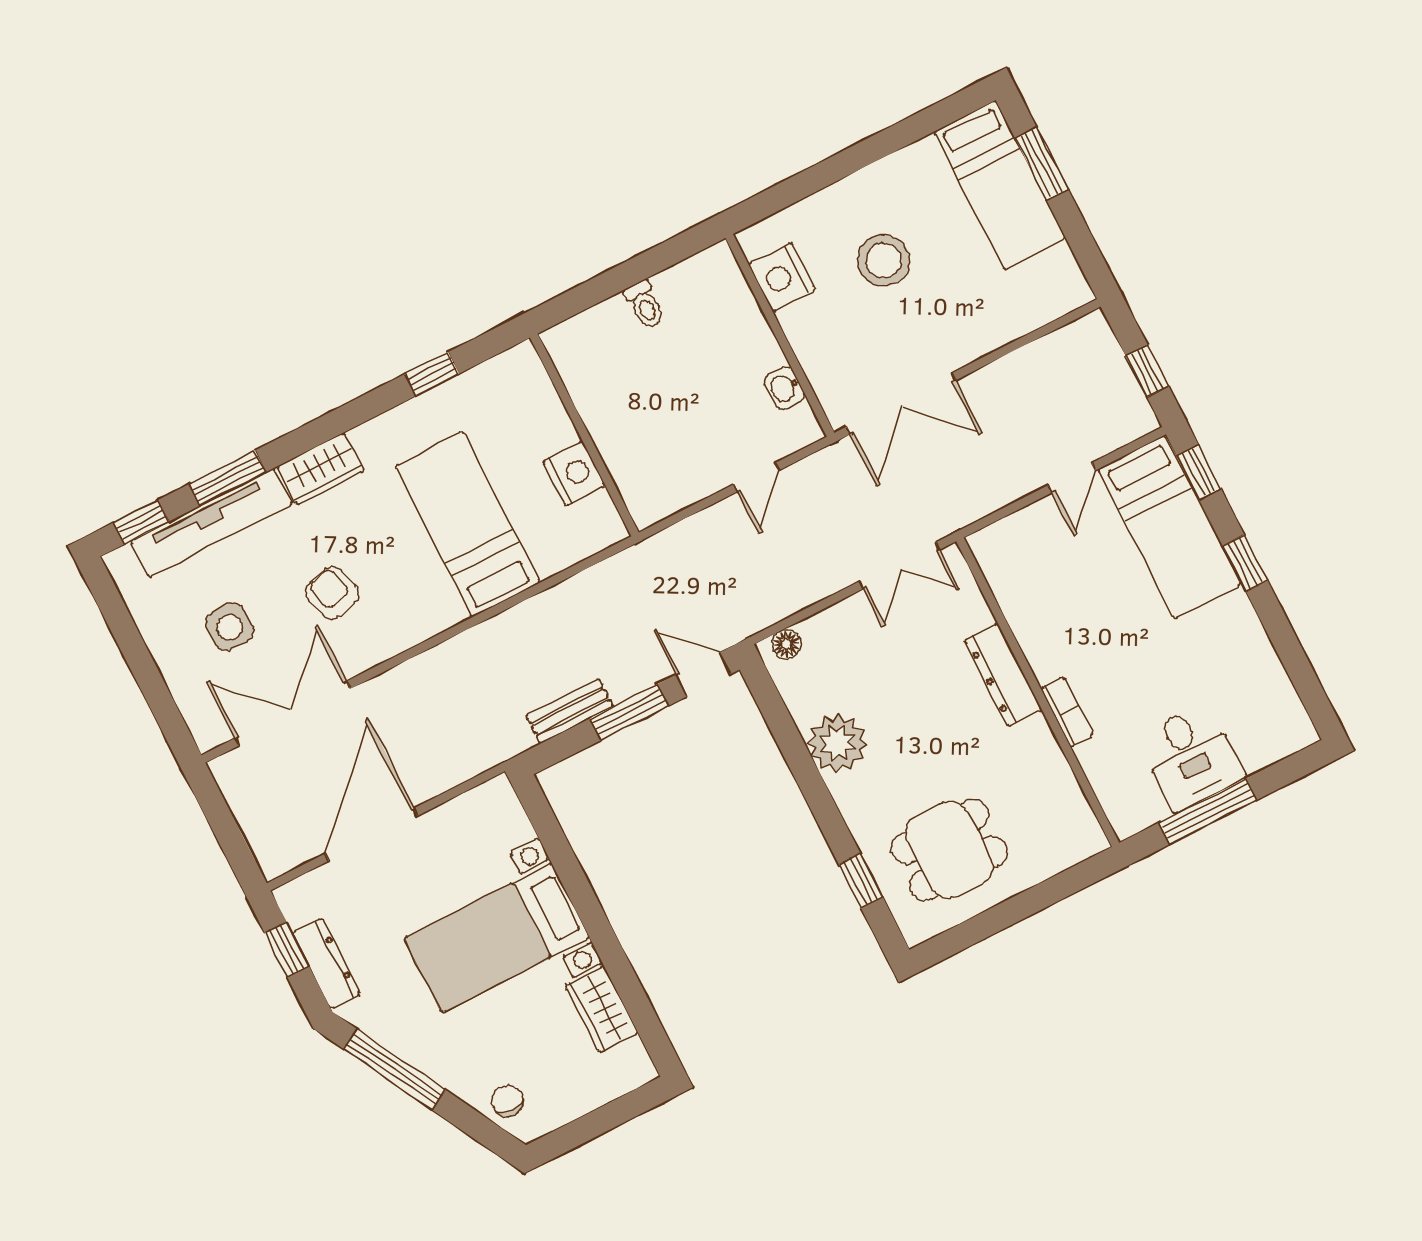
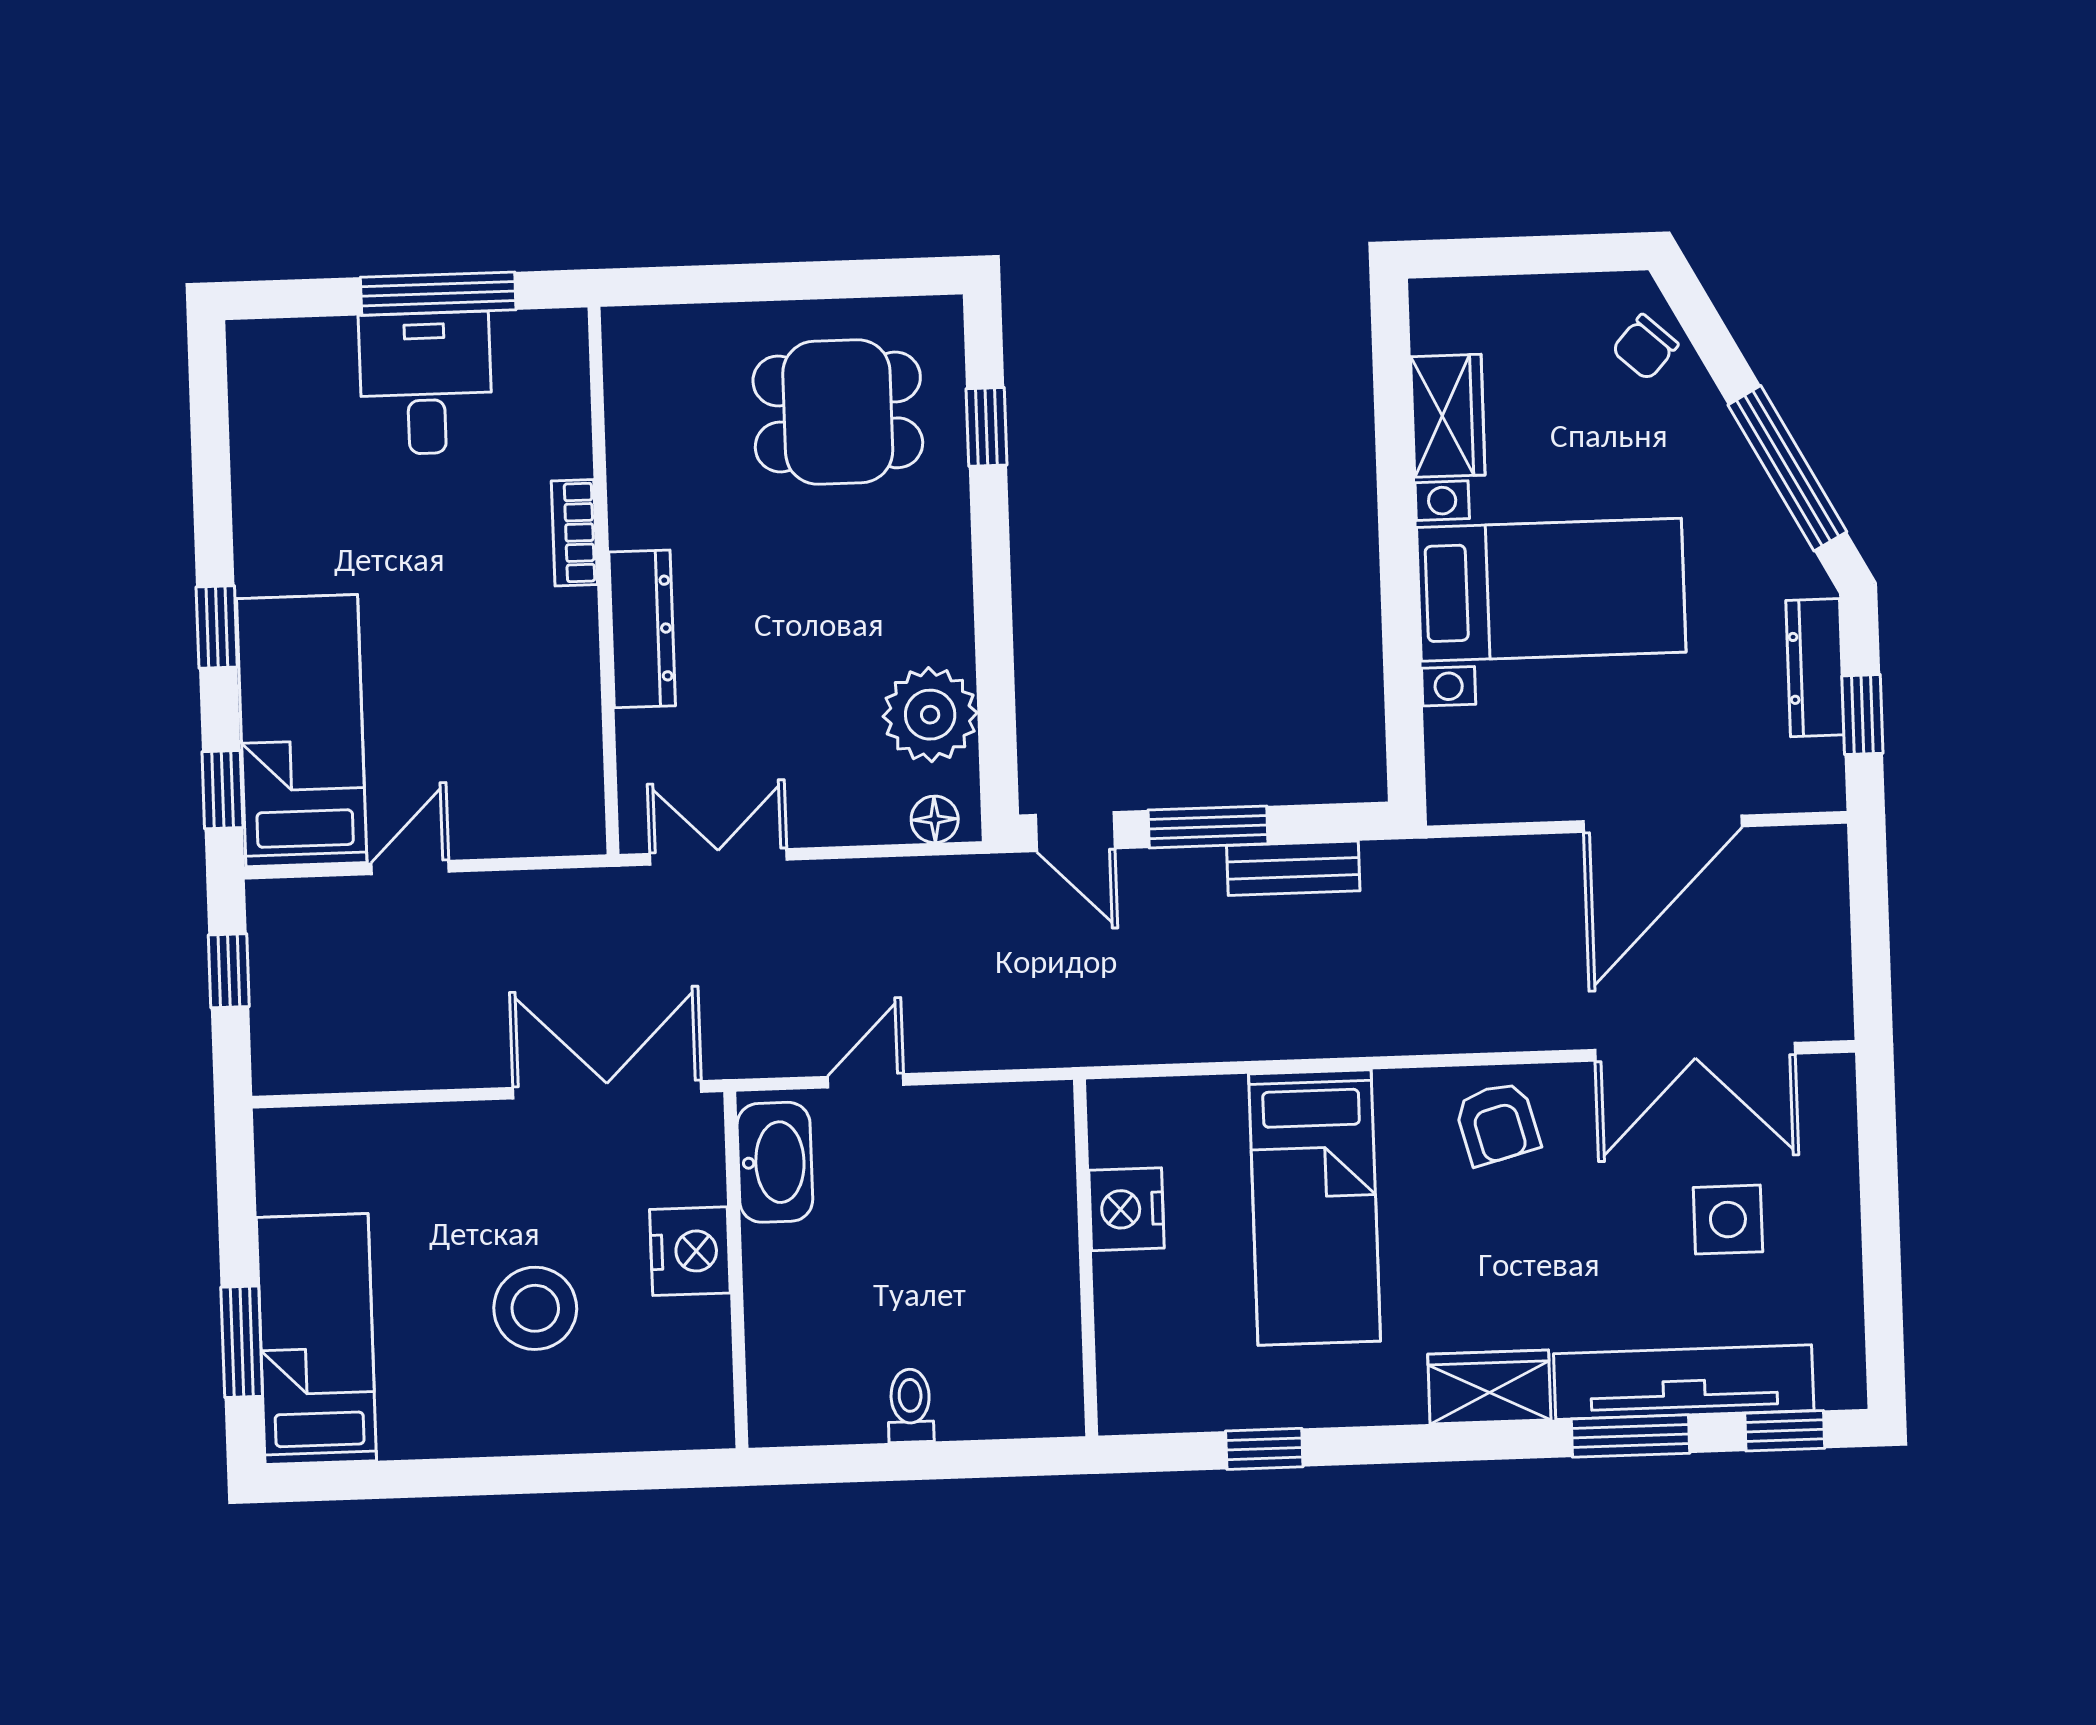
nightstand: (782, 277) -> (690, 1251), moved
washbasin: (784, 388) -> (775, 1162), width x1.91, depth x1.45
armchair: (332, 593) -> (1497, 1123), moved
plant: (837, 743) -> (930, 715), moved
chair: (508, 1101) -> (1645, 347), turned 42

